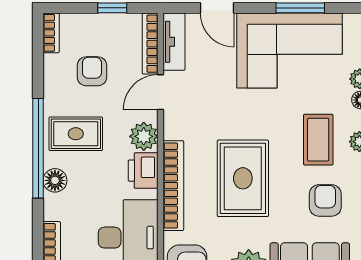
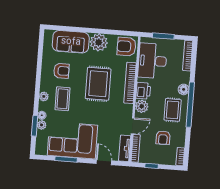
rug: (76, 134) -> (173, 110), turned 90
armchair: (325, 200) -> (61, 71), turned -90

